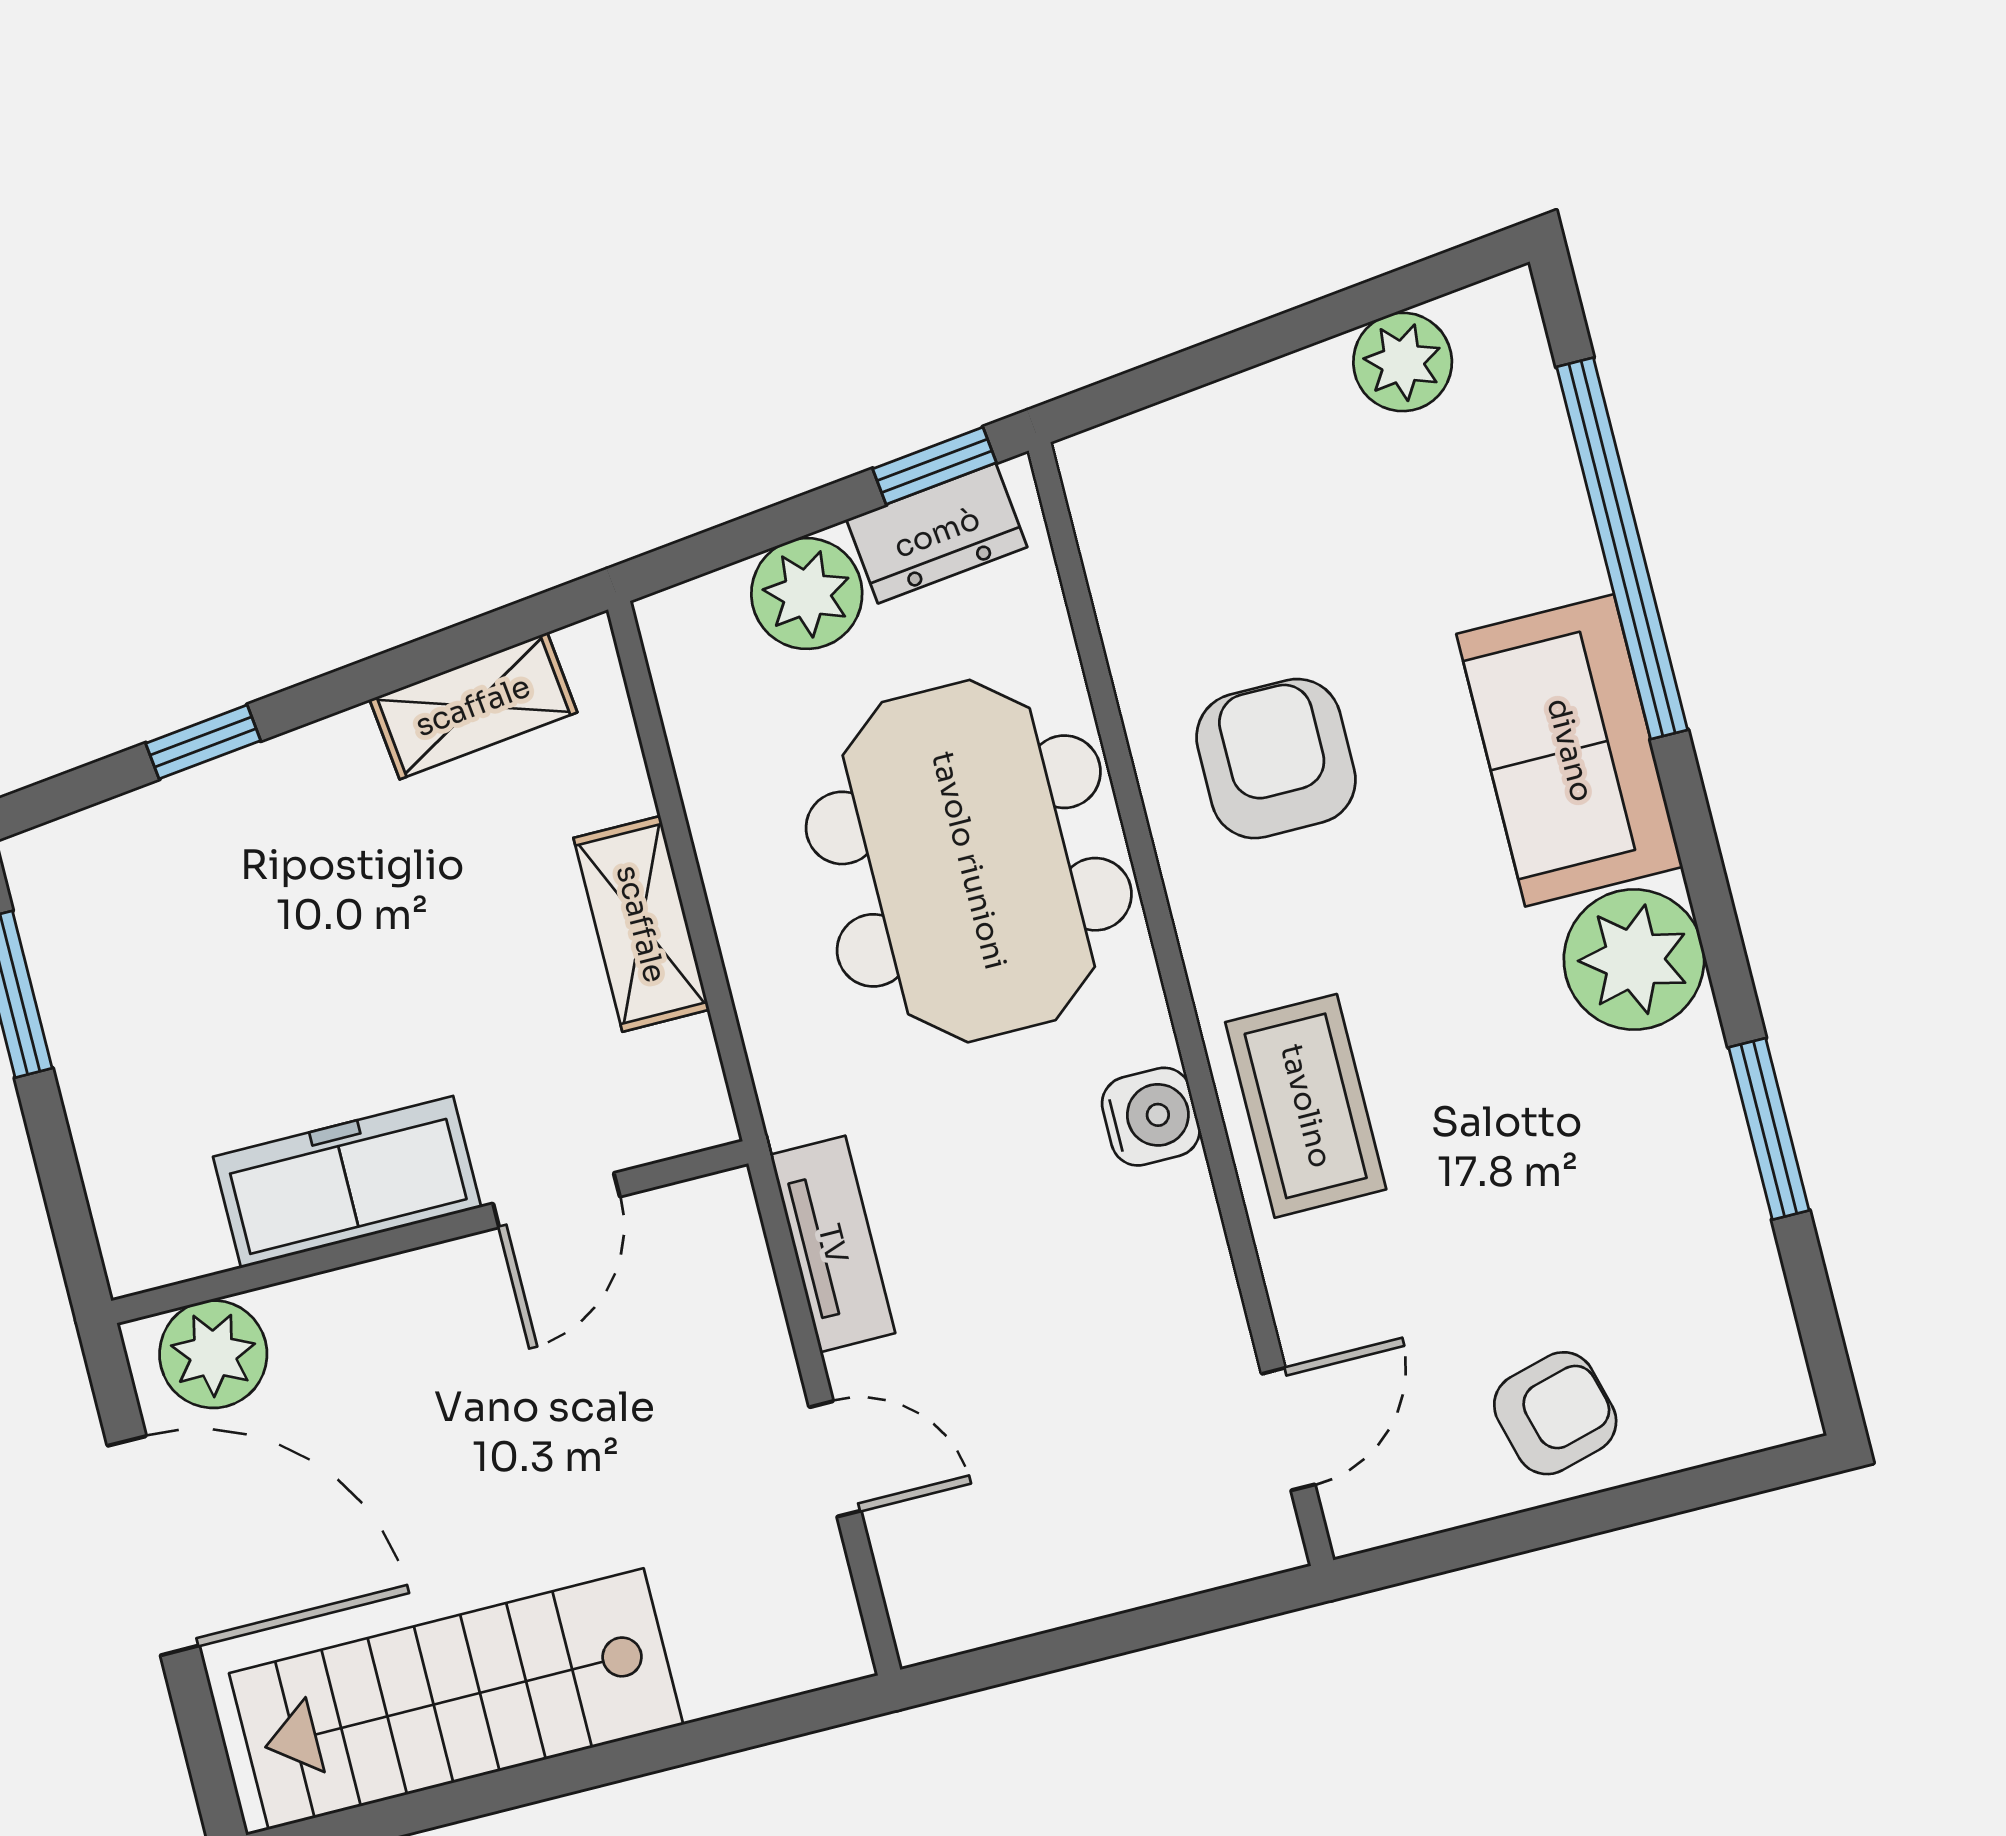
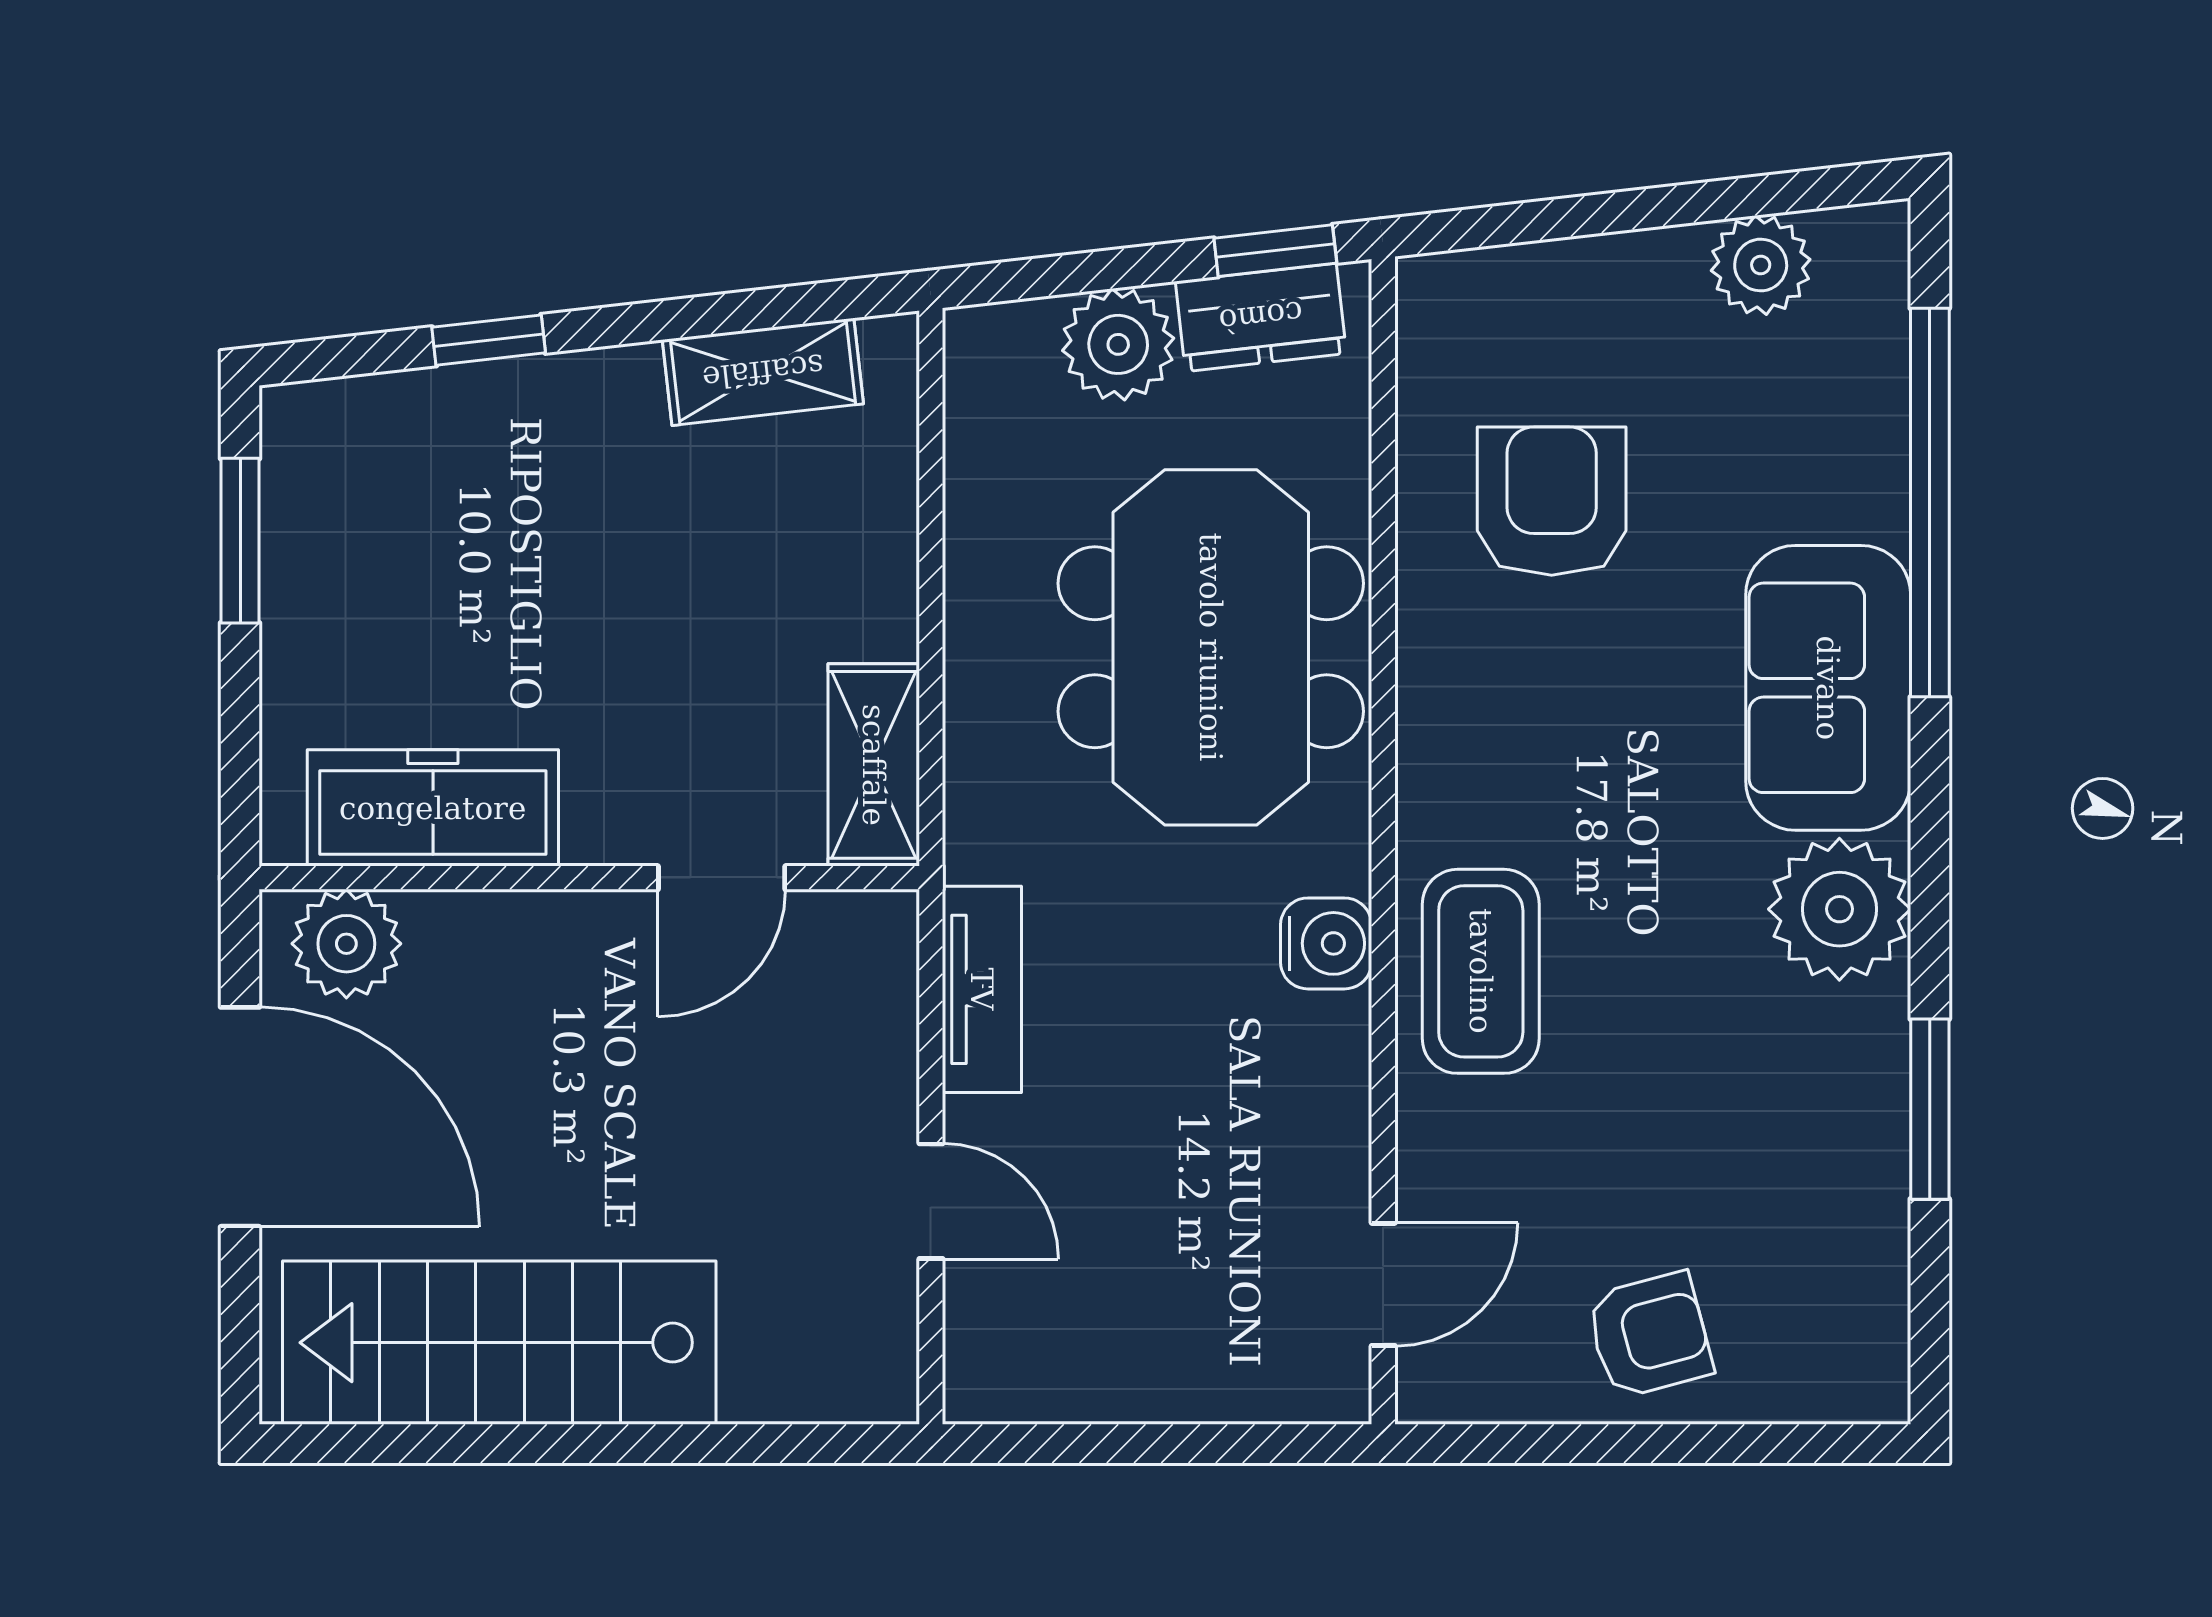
armchair: (1276, 759) -> (1552, 501), moved
shelving: (641, 924) -> (874, 765), moved
freezer: (347, 1182) -> (433, 808), moved

